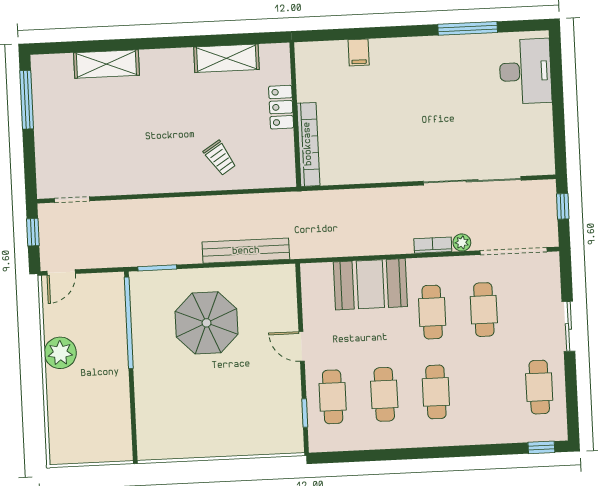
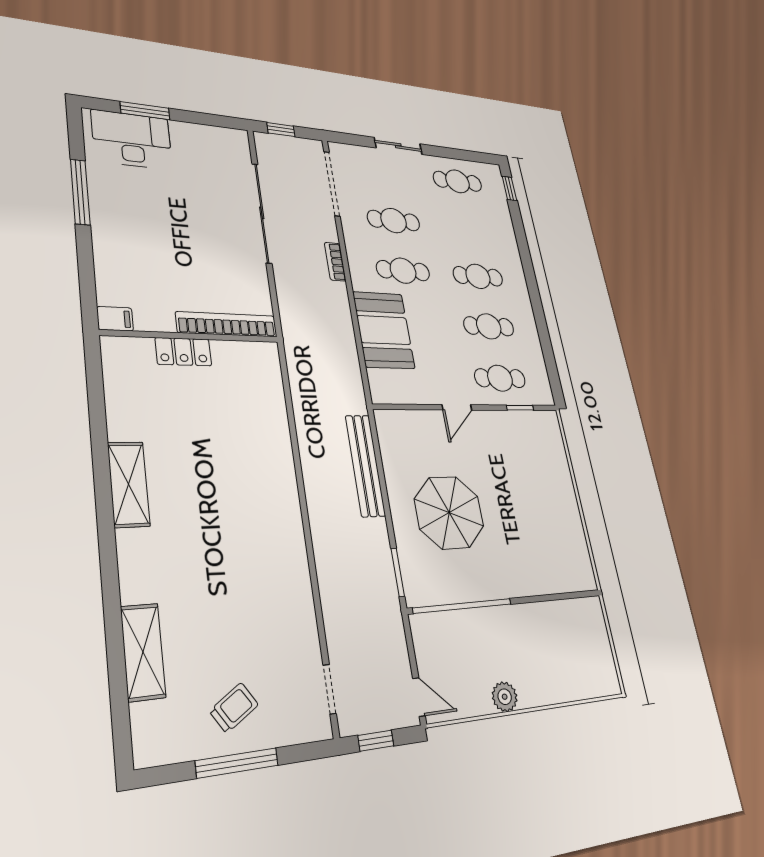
window: (557, 84) -> (145, 111), added
window: (27, 100) -> (237, 763), moved
locker: (281, 107) -> (183, 352), moved
wall: (295, 115) -> (192, 336), moved
bookcase: (308, 144) -> (227, 324), moved
trolley: (220, 158) -> (234, 708), moved
plant: (462, 243) -> (329, 232), removed
plant: (60, 353) -> (505, 697), width x0.73, depth x0.73

